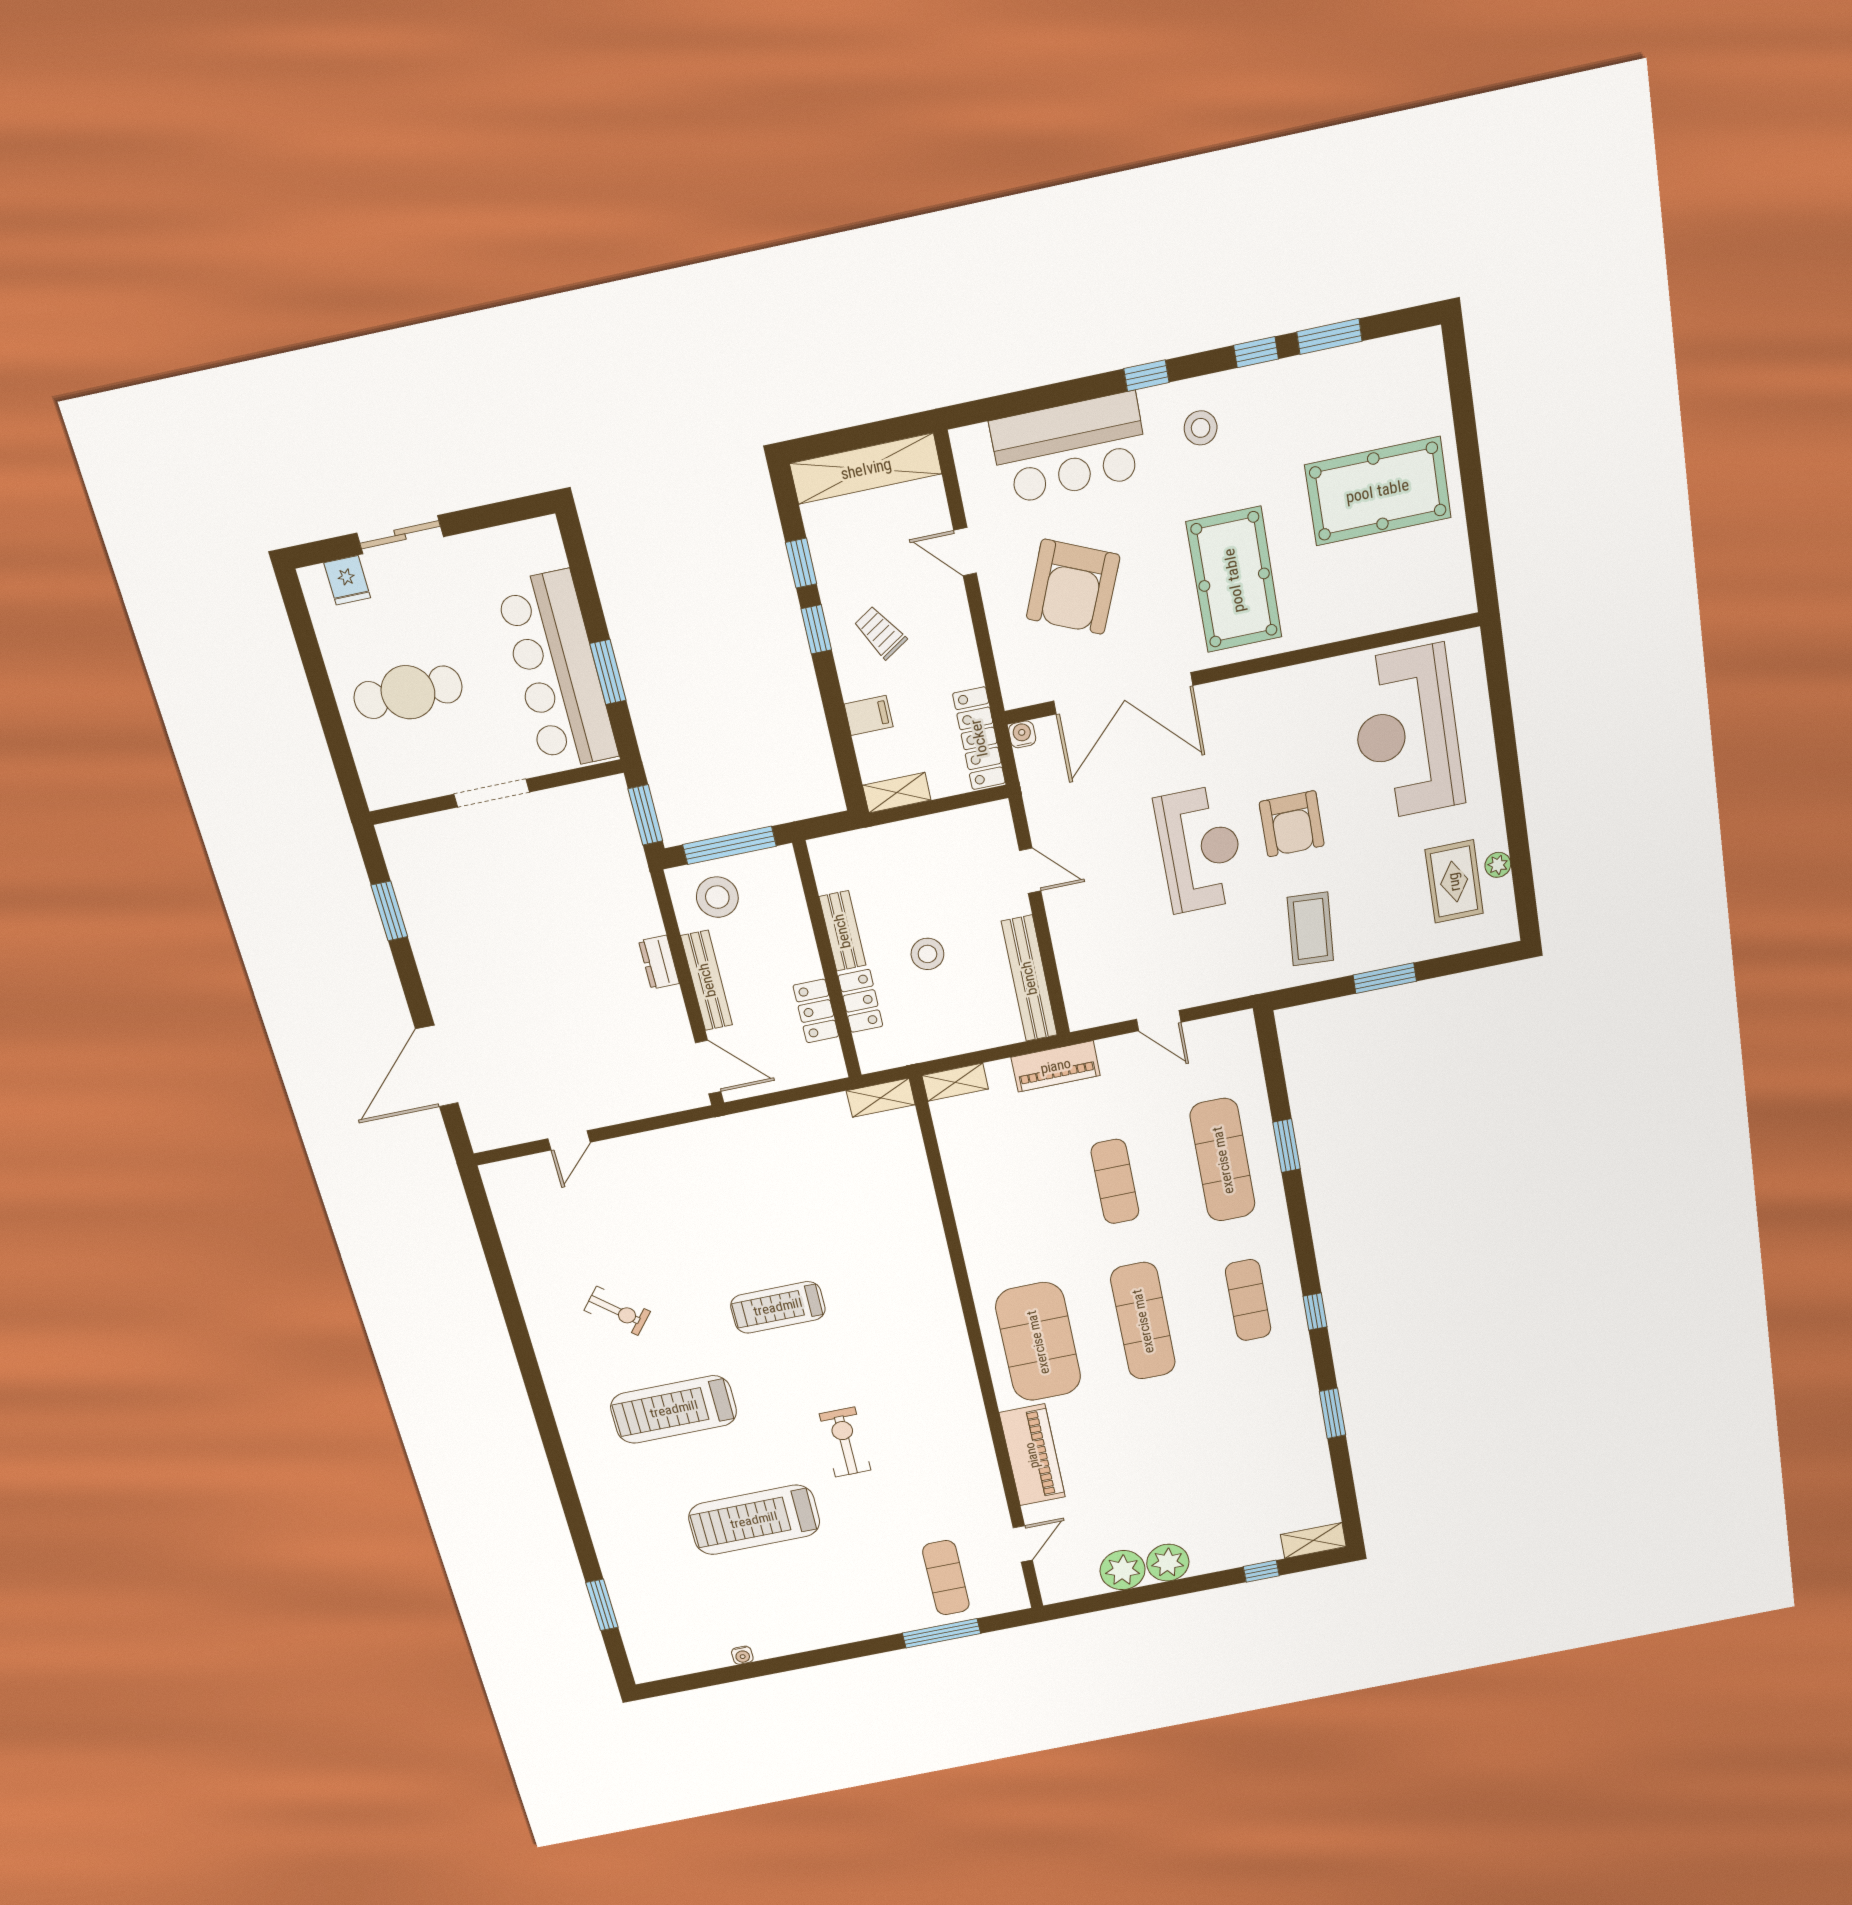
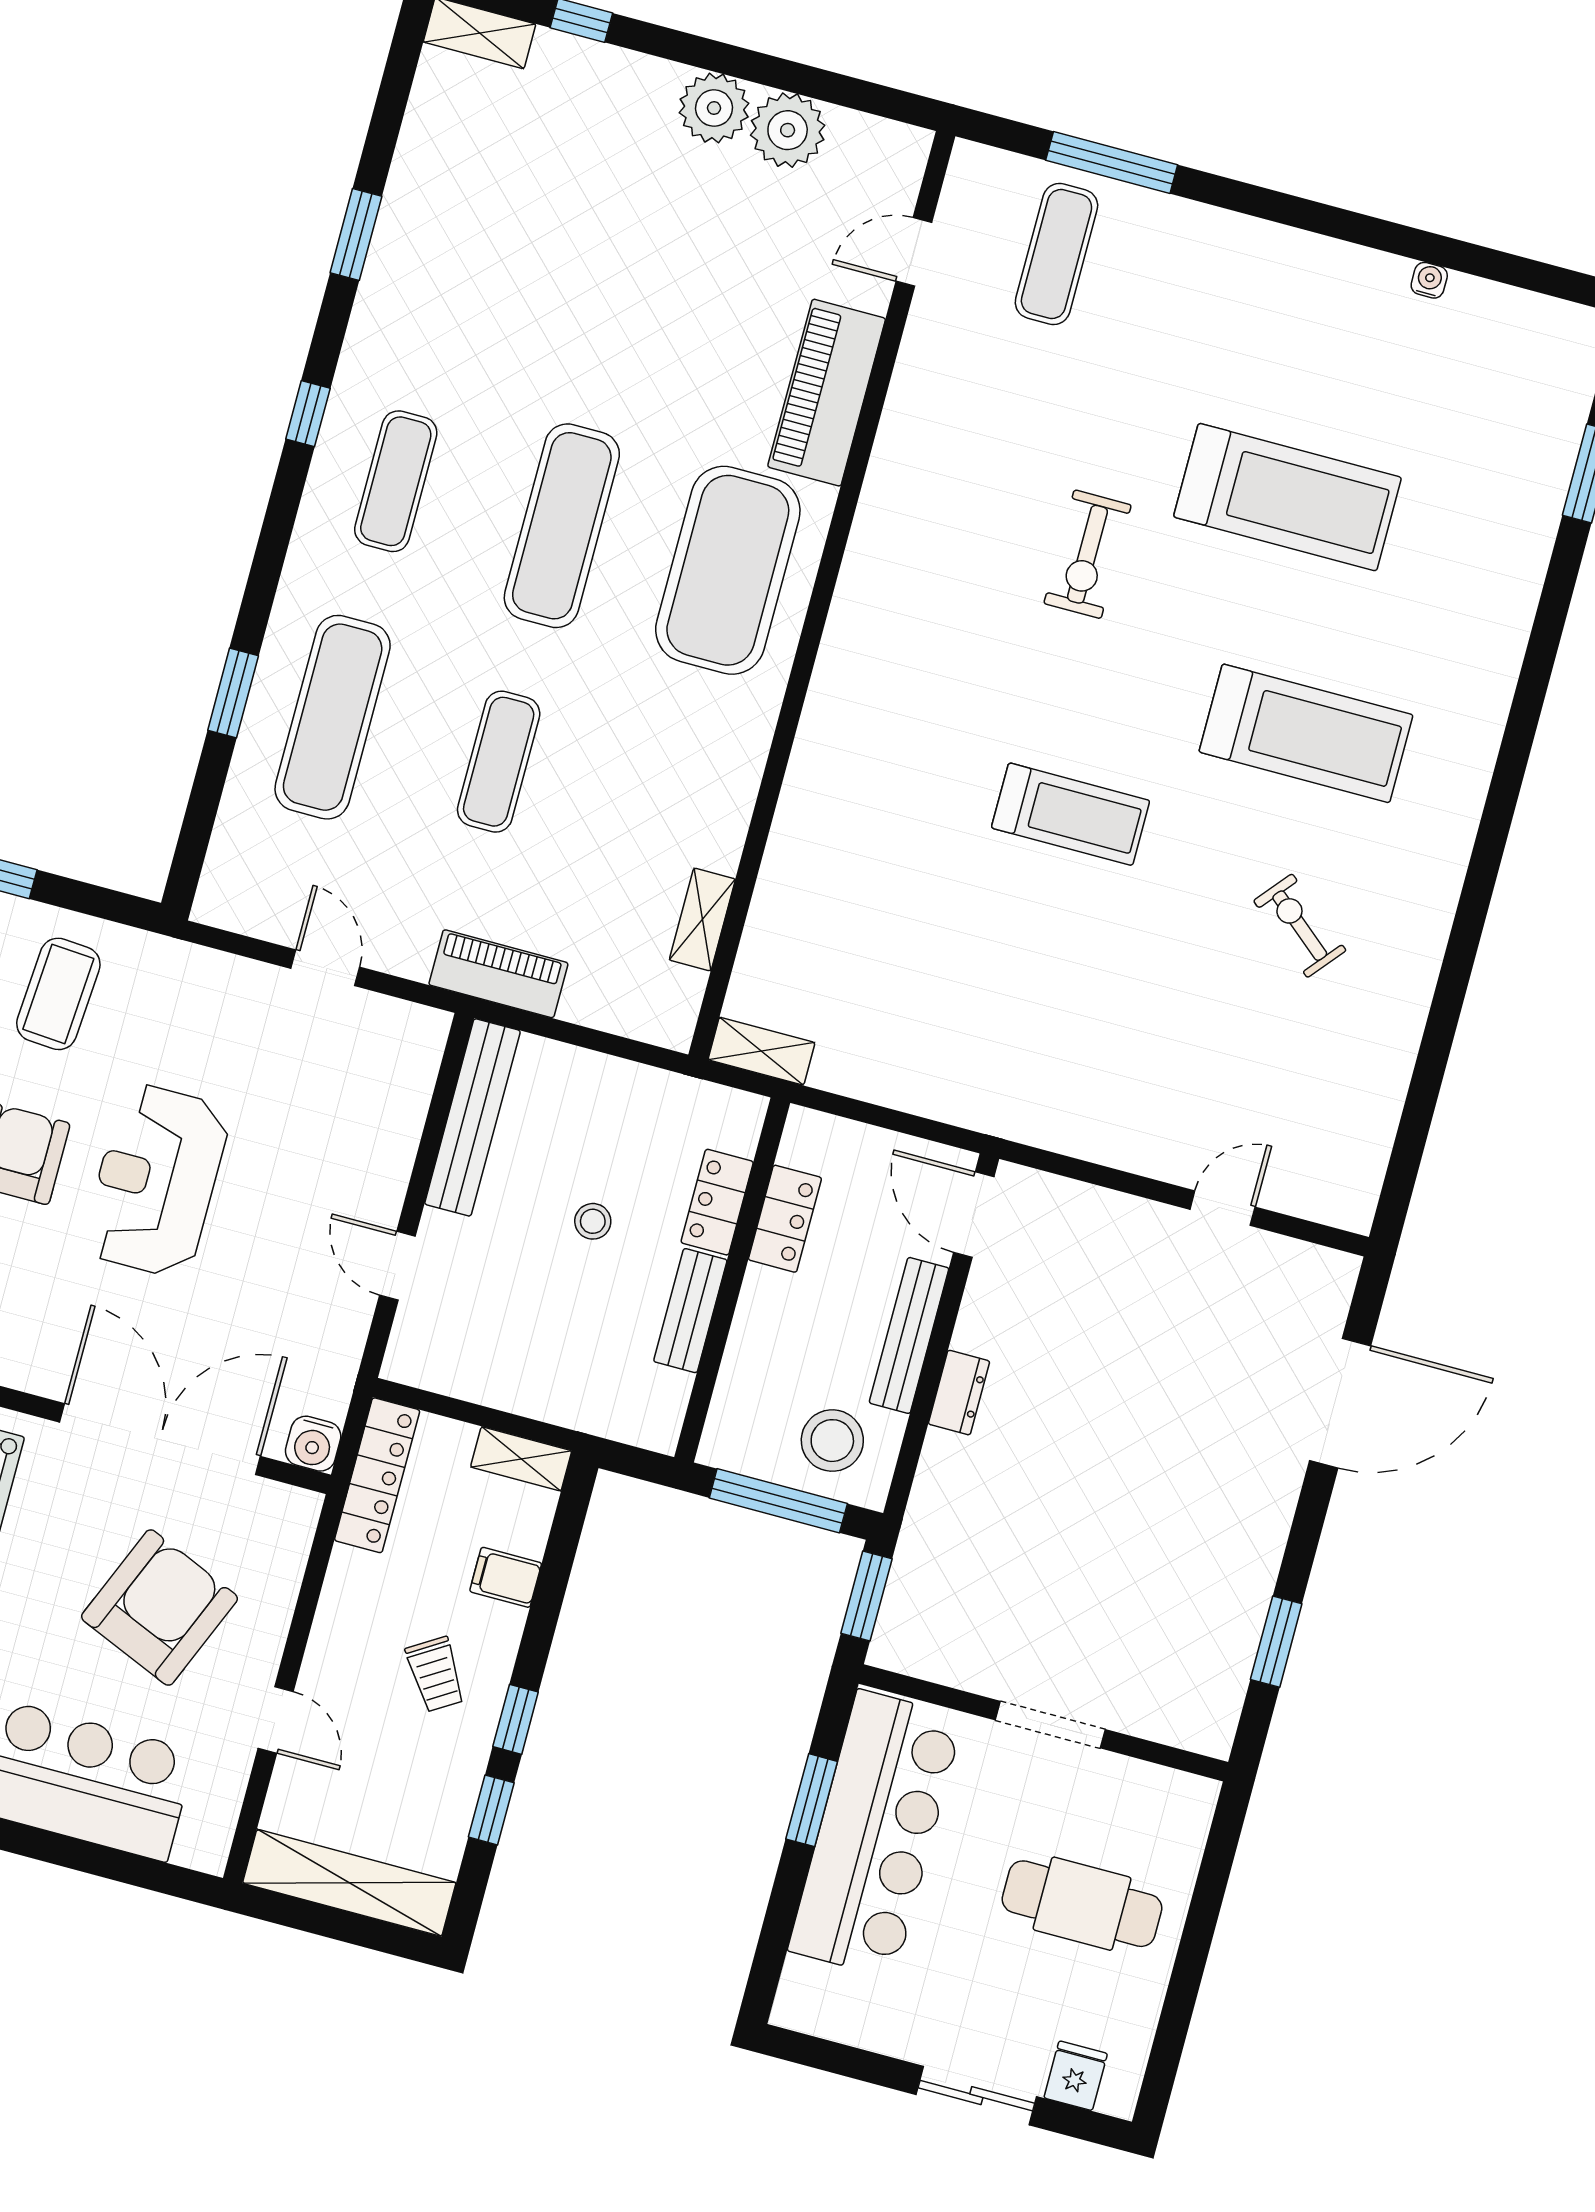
water cooler: (1022, 734) -> (313, 1444), width x1.38, depth x1.38
stool: (927, 954) -> (593, 1221), width x0.73, depth x0.73
shelving: (955, 1082) -> (702, 919), moved, turned 90

